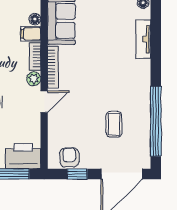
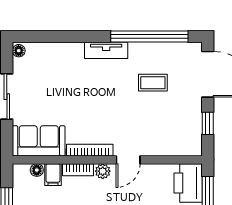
tv unit: (143, 39) -> (106, 50), moved
door: (44, 102) -> (128, 160), swing flipped
armchair: (69, 157) -> (189, 132), removed

